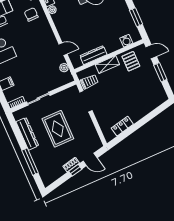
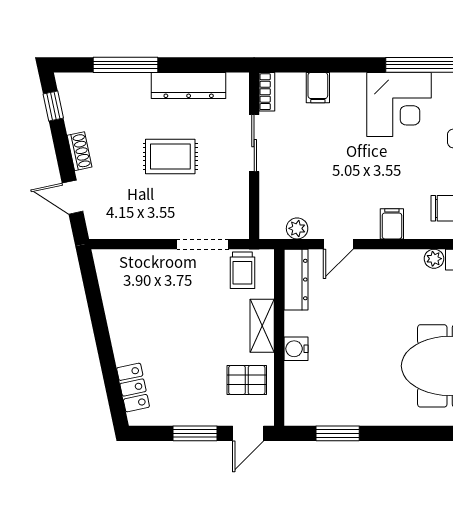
filing cabinet: (46, 32) -> (392, 224), added
water cooler: (126, 41) -> (296, 349), moved
dresser: (93, 55) -> (296, 280), moved
locker: (122, 126) -> (133, 387), moved
rug: (58, 129) -> (170, 157), width x0.73, depth x0.70
door: (90, 159) -> (73, 197), hinge flipped
window: (75, 170) -> (53, 106), moved

